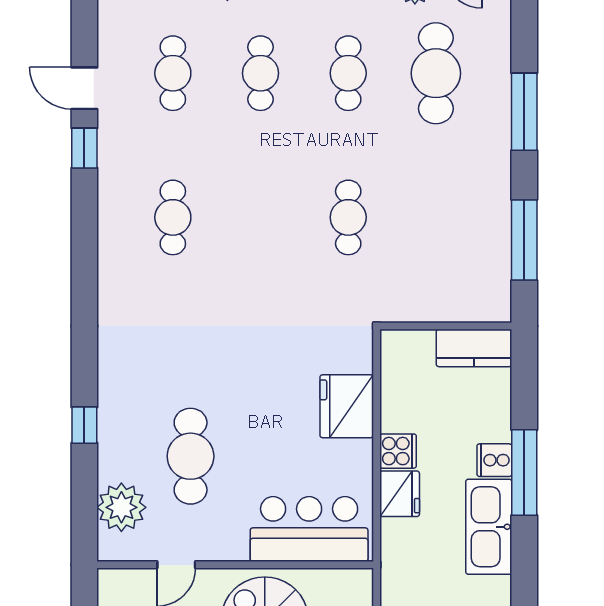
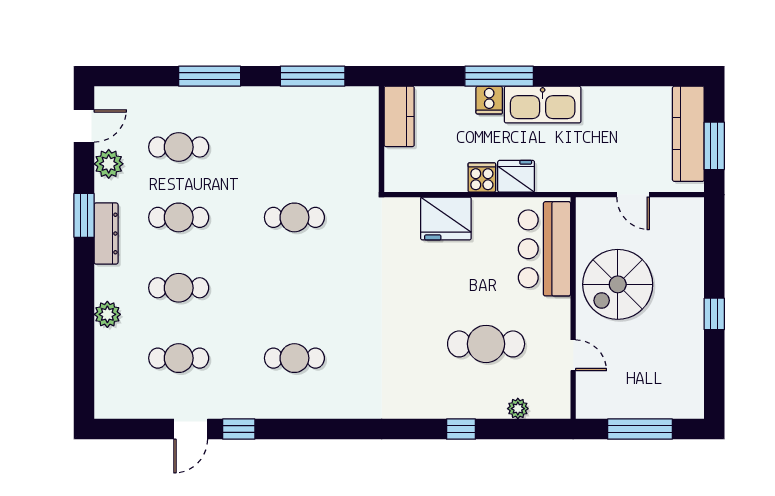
cafe table: (436, 73) -> (179, 147), width x0.73, depth x0.74
plant: (121, 507) -> (518, 409), width x0.53, depth x0.53

